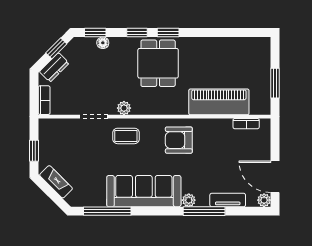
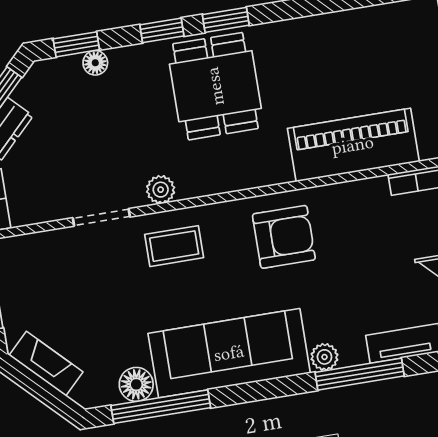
armchair: (179, 140) -> (284, 237), turned 180
floor lamp: (97, 199) -> (136, 384), added

